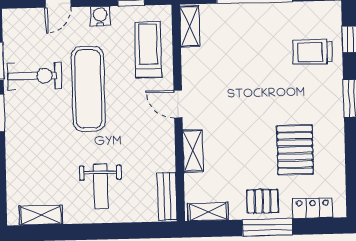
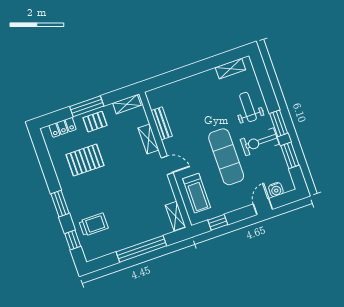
water cooler: (100, 16) -> (276, 190), moved
exercise bike: (35, 76) -> (260, 142), moved
pallet: (295, 150) -> (85, 160), turned 90
weight bench: (101, 186) -> (248, 107), moved
bench: (167, 196) -> (162, 123), moved

